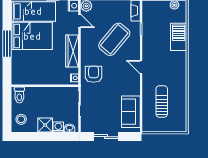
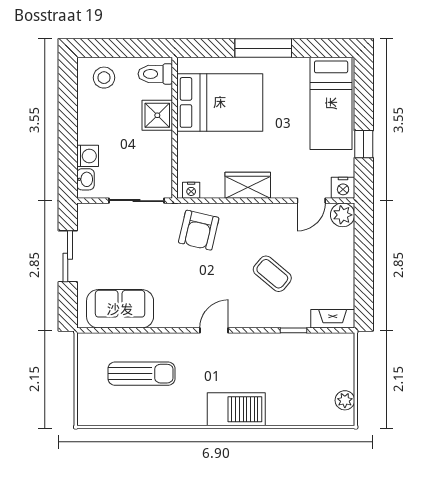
bed: (32, 36) -> (220, 102), moved, turned -90
barbecue: (179, 37) -> (236, 409), moved
coffee table: (114, 39) -> (272, 274), width x0.54, depth x0.58
wardrobe: (72, 51) -> (248, 185), width x0.67
armchair: (94, 74) -> (199, 230), turned 103
shower: (45, 125) -> (157, 115), moved

